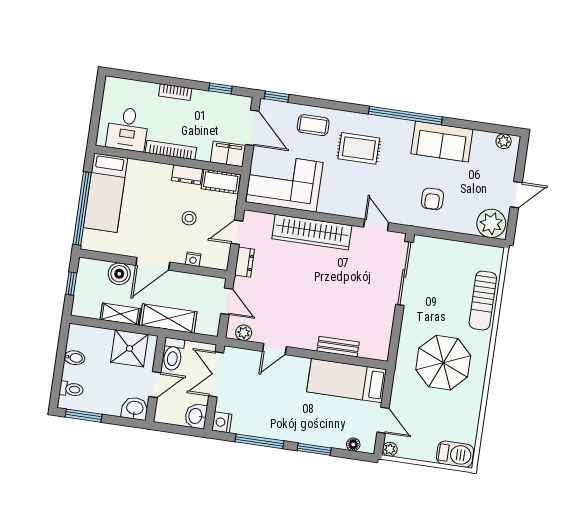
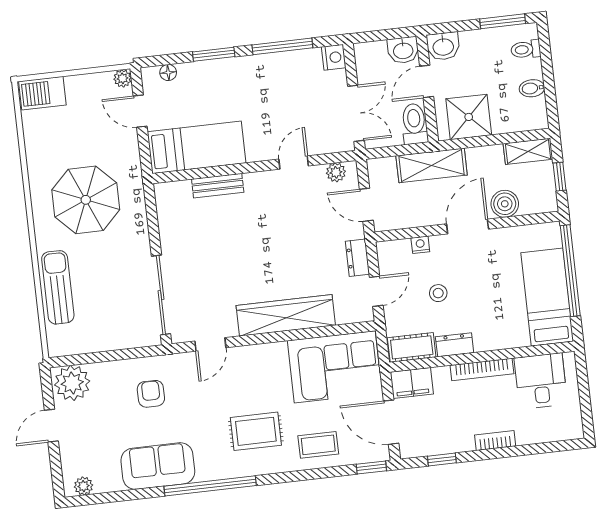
door: (376, 225) -> (210, 344), hinge flipped
shelving: (120, 314) -> (528, 151), moved
washbasin: (196, 416) -> (403, 50), moved, turned 90

